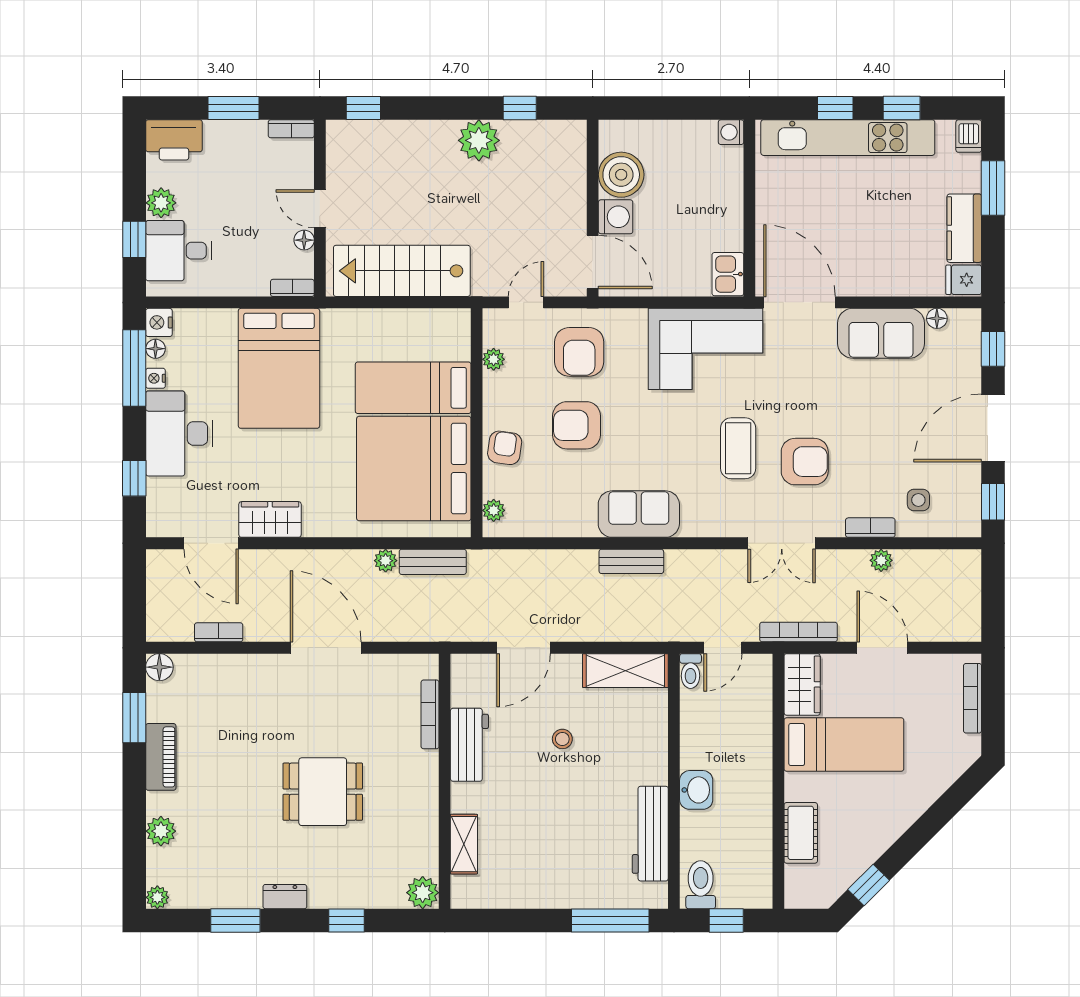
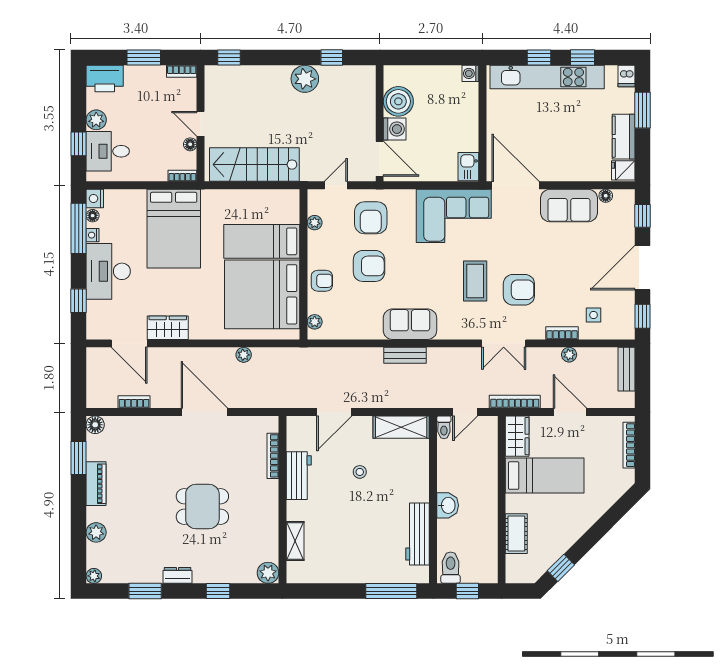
armchair: (577, 425) -> (369, 266), turned 180
armchair: (505, 448) -> (322, 281), turned 82
bench: (433, 562) -> (627, 369), moved, turned 90

